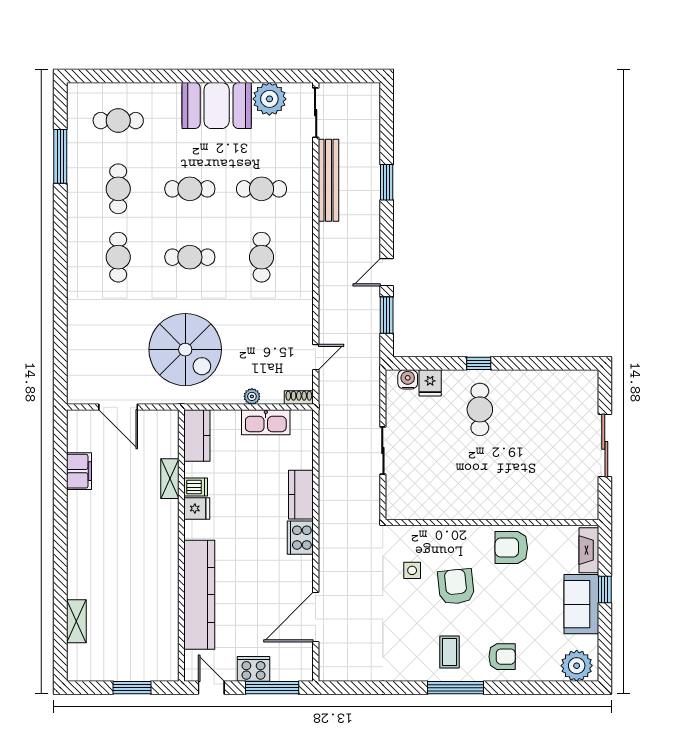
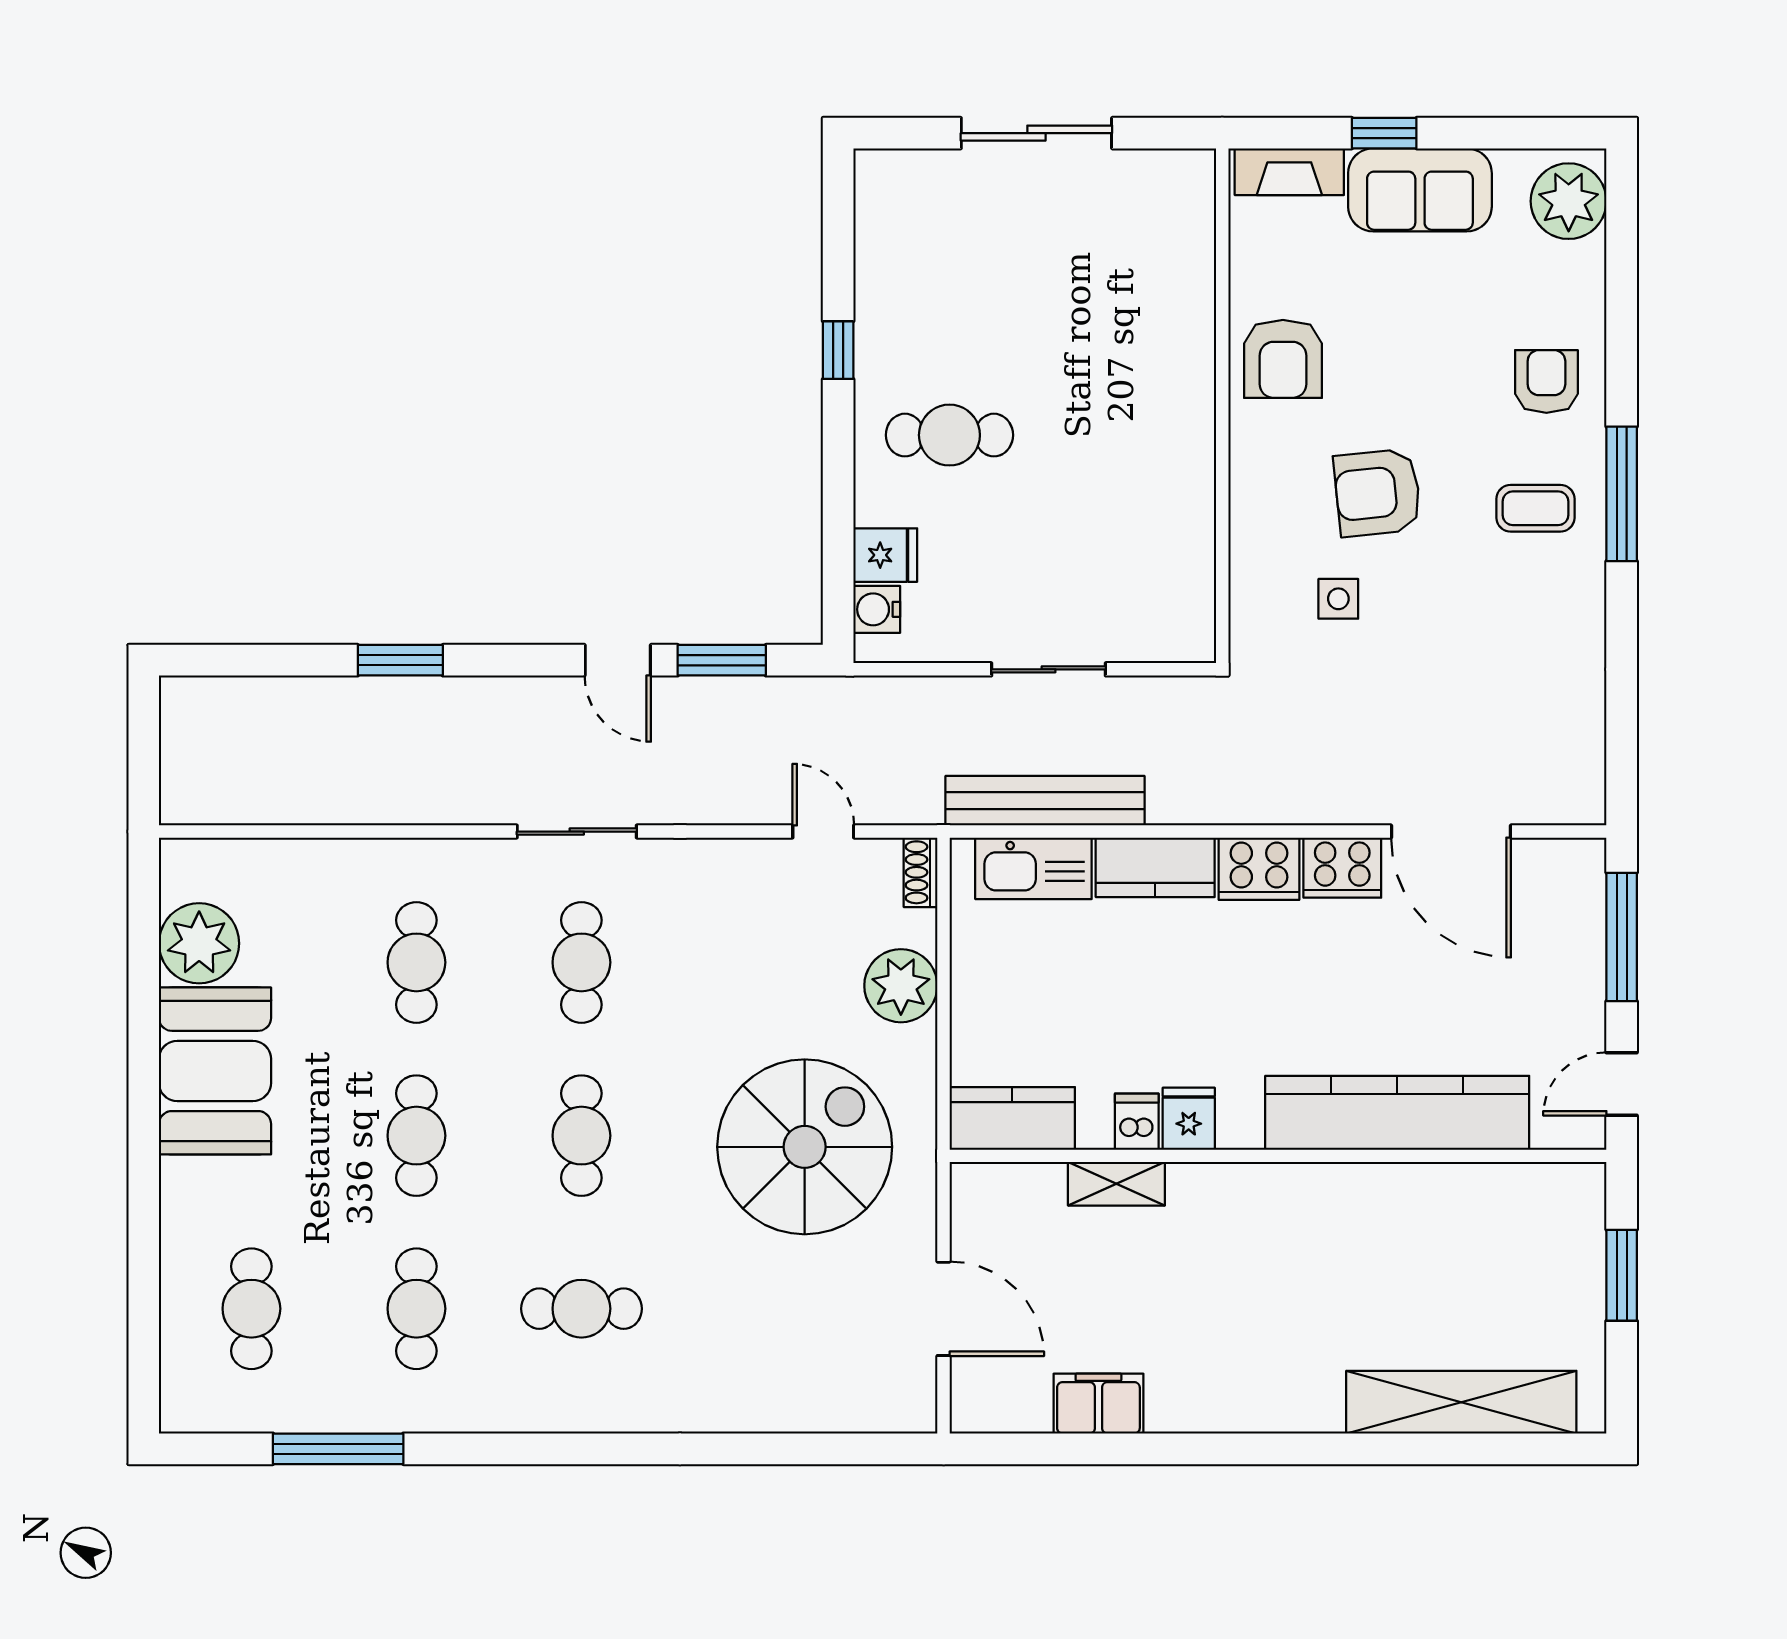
sliding door: (316, 113) -> (577, 832), moved
bench: (328, 180) -> (1045, 801), moved
cafe table: (118, 189) -> (416, 1309), turned 90
cafe table: (262, 257) -> (581, 962), turned 90
window: (479, 363) -> (838, 350), moved
plant: (252, 396) -> (901, 986), width x1.88, depth x1.88
door: (118, 407) -> (944, 1309), hinge flipped
kitchen sink: (266, 422) -> (1033, 868), moved, turned 90
shelving: (76, 621) -> (1461, 1402), width x2.20, depth x1.33
cooker: (253, 669) -> (1342, 868), moved, turned -90

